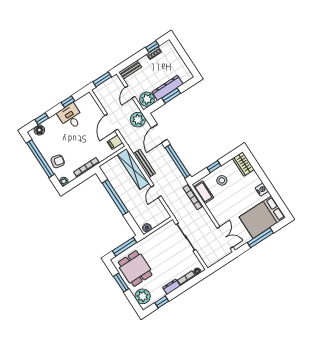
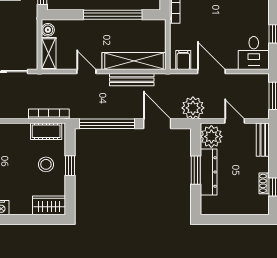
desk: (71, 117) -> (254, 53), moved, turned 90
shelving: (160, 219) -> (49, 54), added

